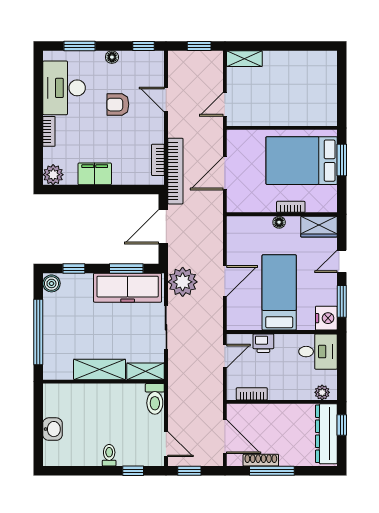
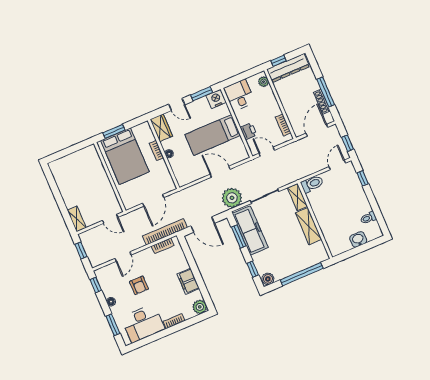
door: (225, 173) -> (153, 200), hinge flipped
toilet: (109, 455) -> (368, 218), moved

